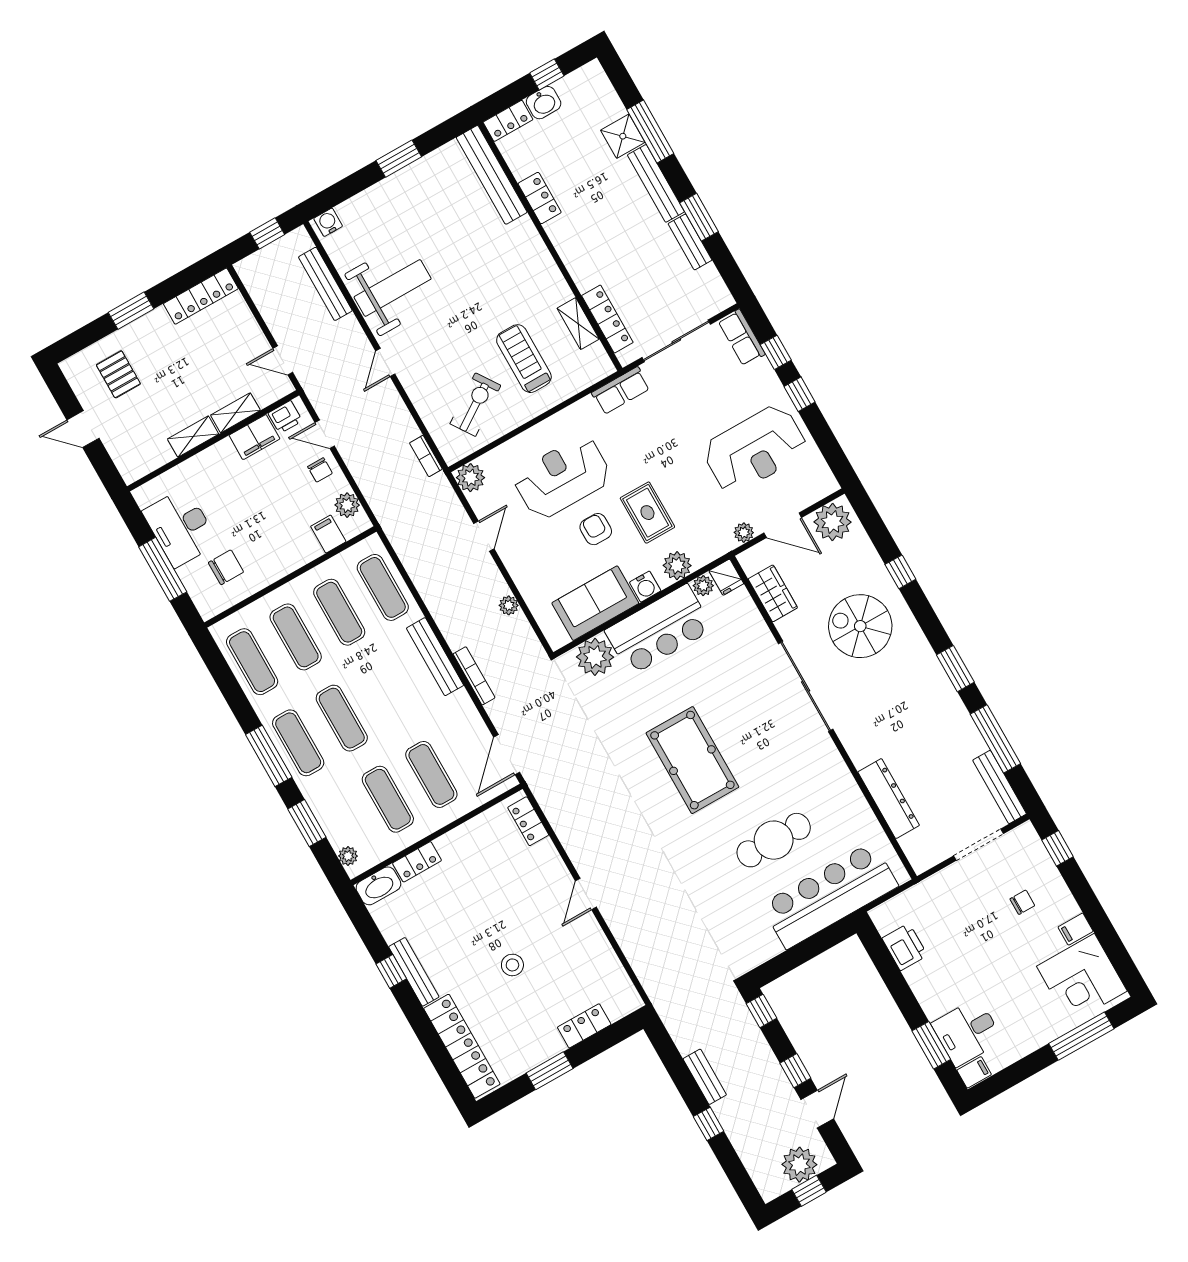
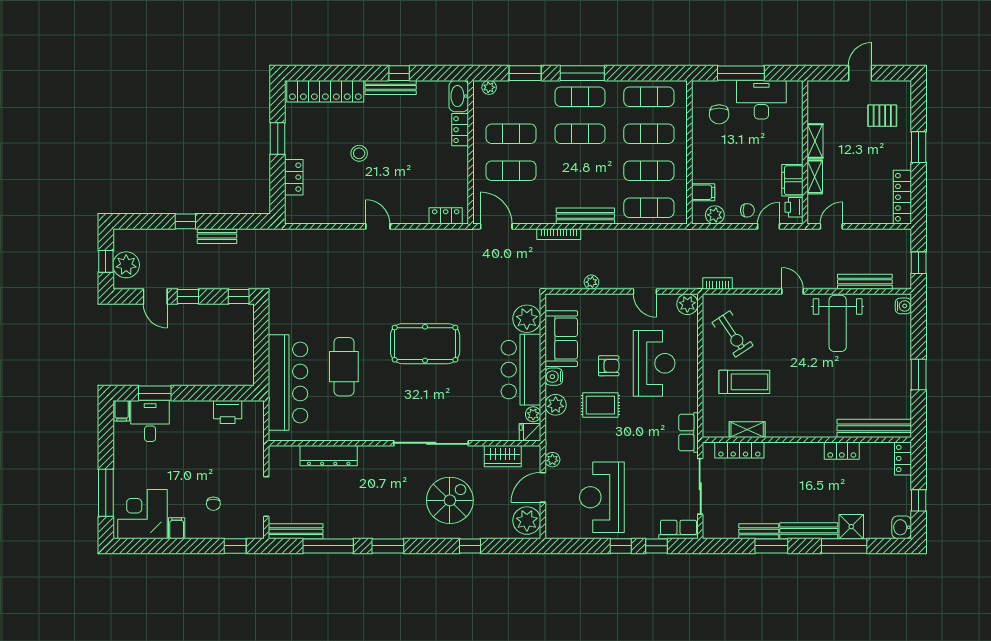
washbasin: (544, 103) -> (902, 527), moved
chair: (320, 470) -> (747, 210), turned 180

